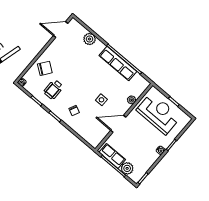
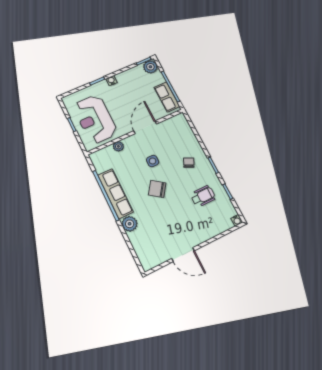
door: (61, 29) -> (183, 255), moved
plant: (90, 39) -> (130, 224), moved
chair: (45, 68) -> (157, 189), moved
door: (118, 124) -> (145, 127), swing flipped
plant: (127, 168) -> (150, 67), moved

